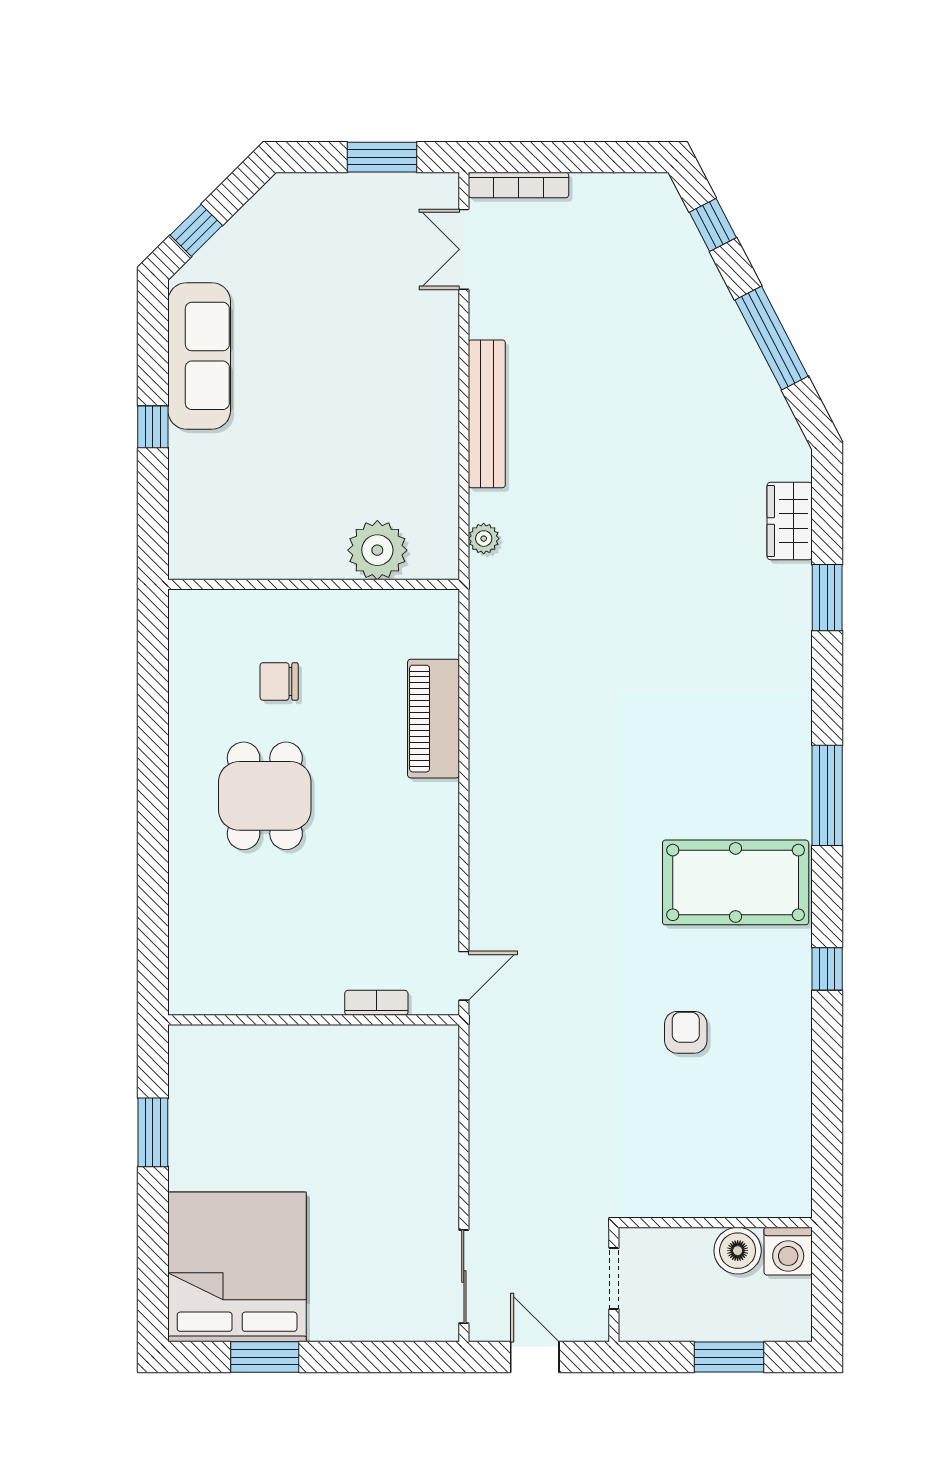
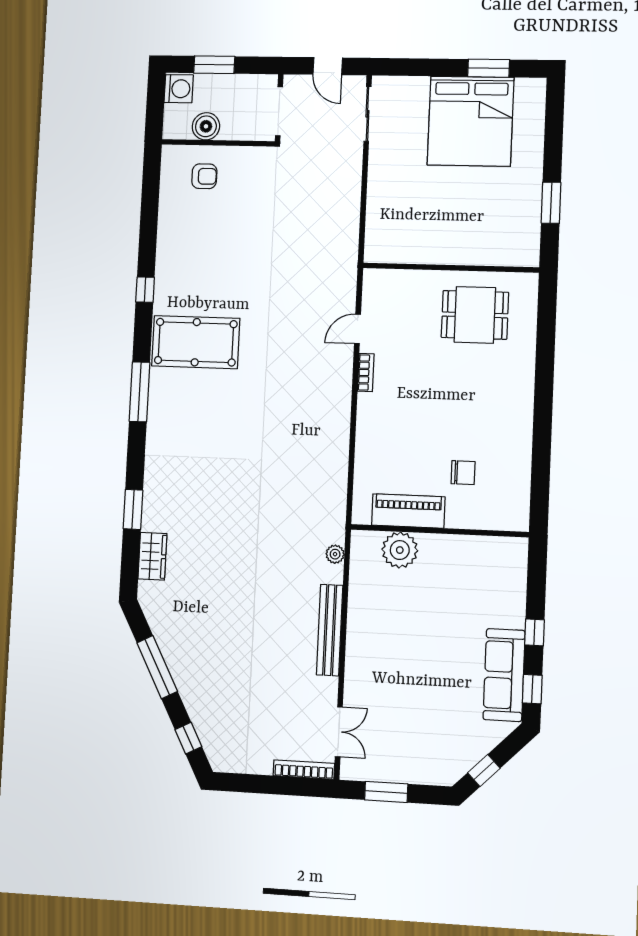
window: (196, 230) -> (484, 770), moved
window: (153, 336) -> (532, 689), added
piano: (433, 719) -> (408, 511), moved, turned -90
dining table: (265, 796) -> (475, 315), moved, turned 90
door: (464, 976) -> (358, 329), moved
bookcase: (376, 1003) -> (366, 373), moved, turned -90
armchair: (686, 1032) -> (204, 176), moved, turned -90
washing machine: (788, 1251) -> (179, 89), moved, turned 90
bed: (237, 1267) -> (471, 121), moved
doorway: (614, 1279) -> (279, 111), width x1.38

